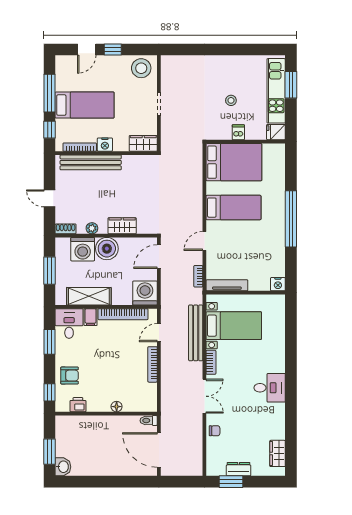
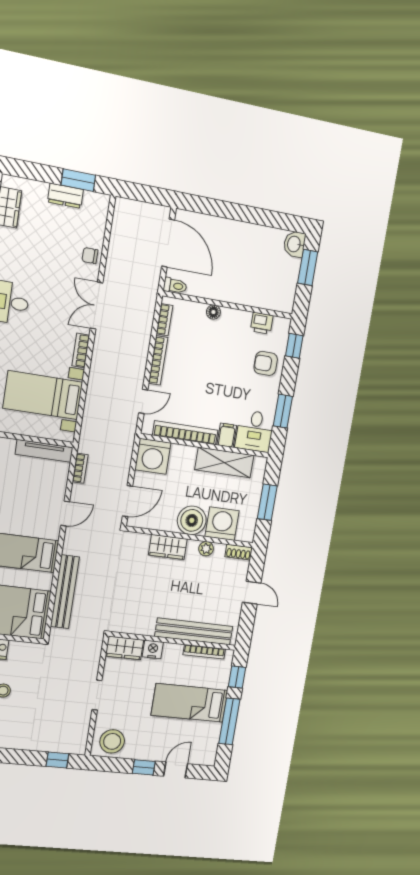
window: (182, 49) -> (57, 760), added
nightstand: (105, 145) -> (153, 649), moved
bench: (196, 333) -> (65, 592), moved
bookcase: (153, 395) -> (164, 320), added

